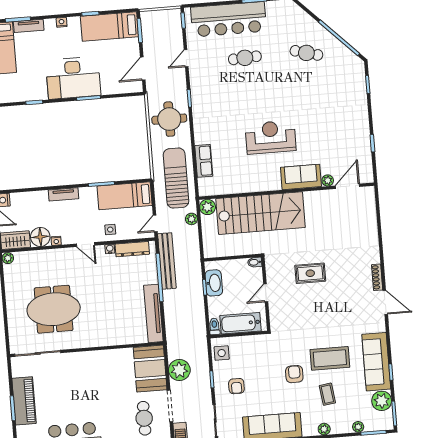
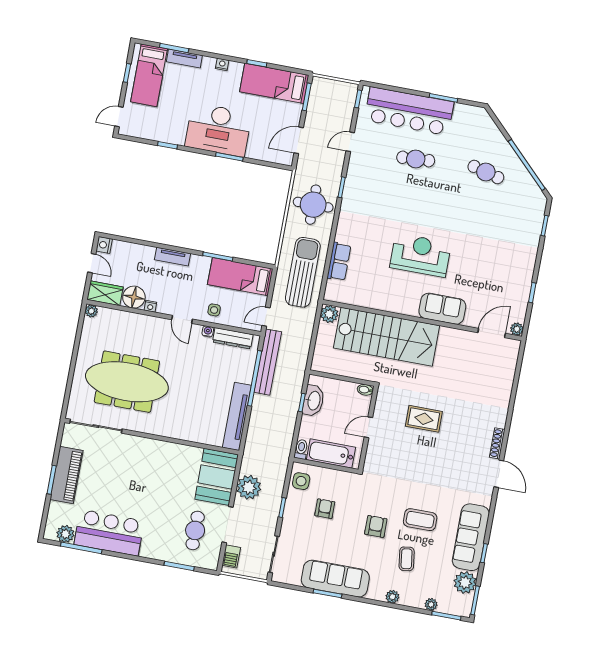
plant: (328, 180) -> (517, 329), moved
plant: (191, 219) -> (308, 323), removed
meeting table: (54, 309) -> (127, 382), width x1.36
coffee table: (330, 358) -> (420, 520), width x0.73, depth x0.76
armchair: (236, 386) -> (325, 509), moved, turned 180

